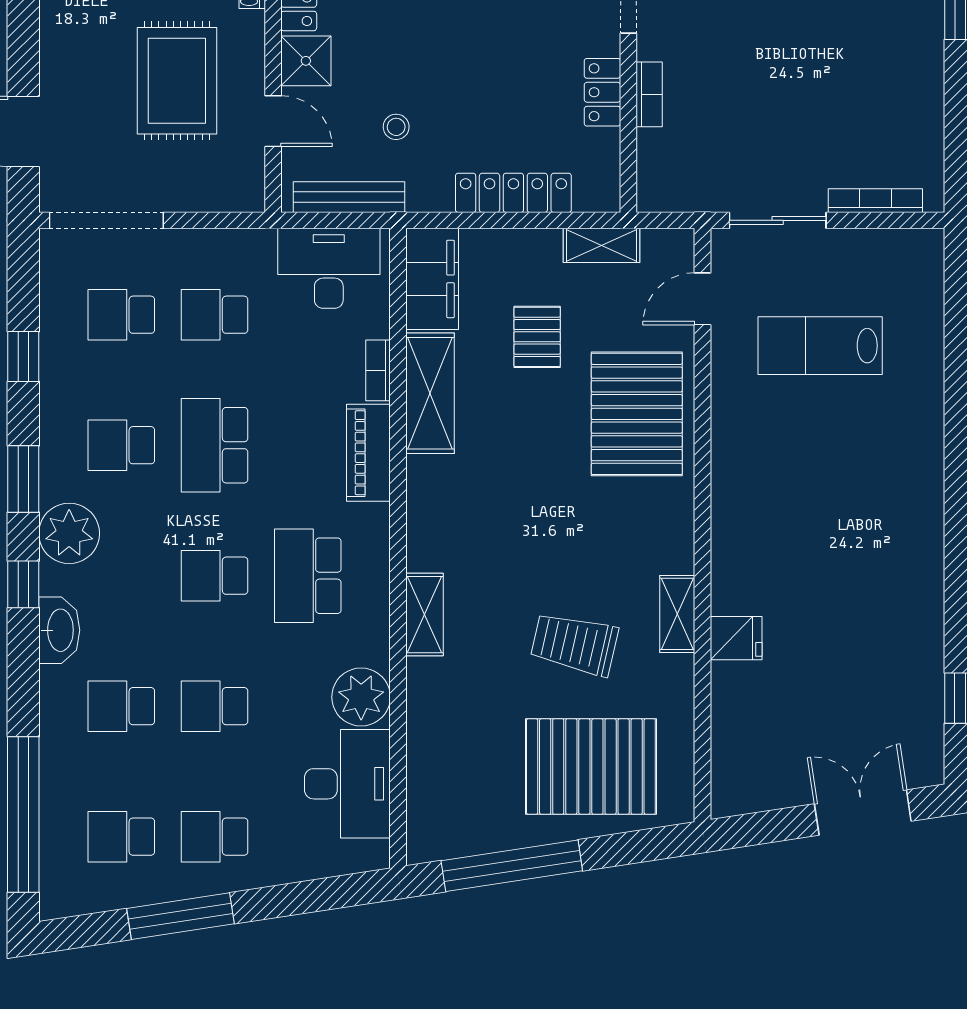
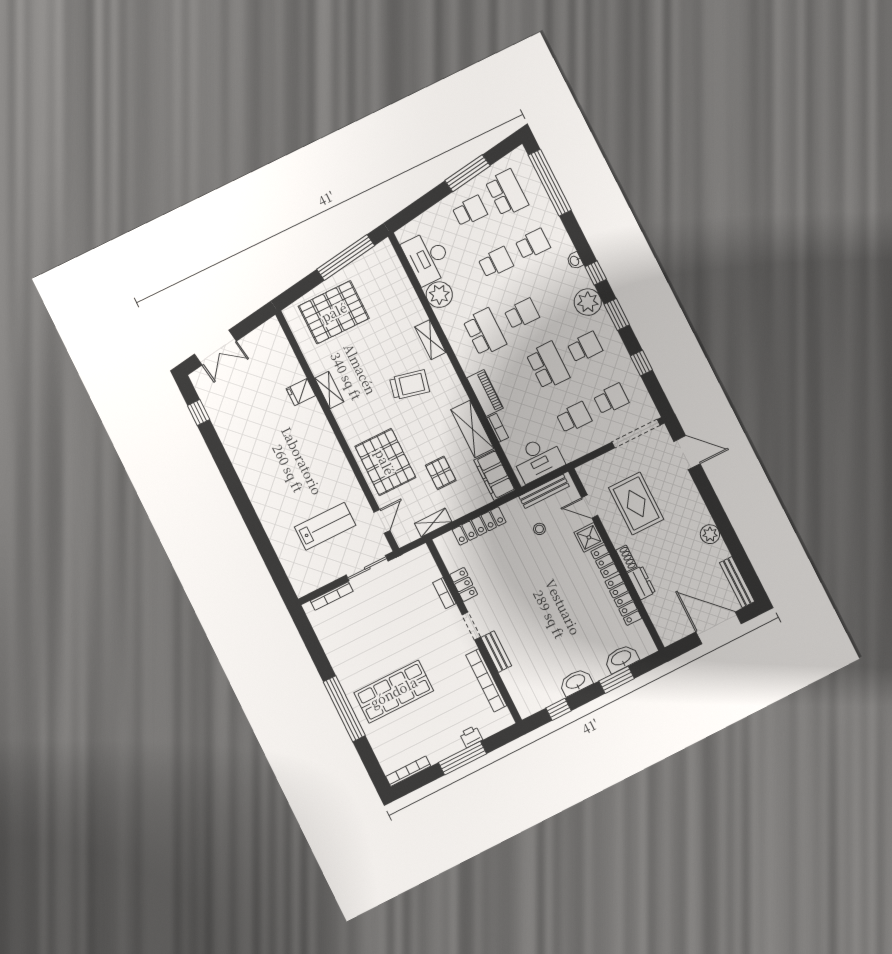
washbasin: (59, 630) -> (575, 261), width x0.52, depth x0.69
trolley: (574, 644) -> (410, 385), moved
school desk: (121, 837) -> (507, 193), width x1.85

